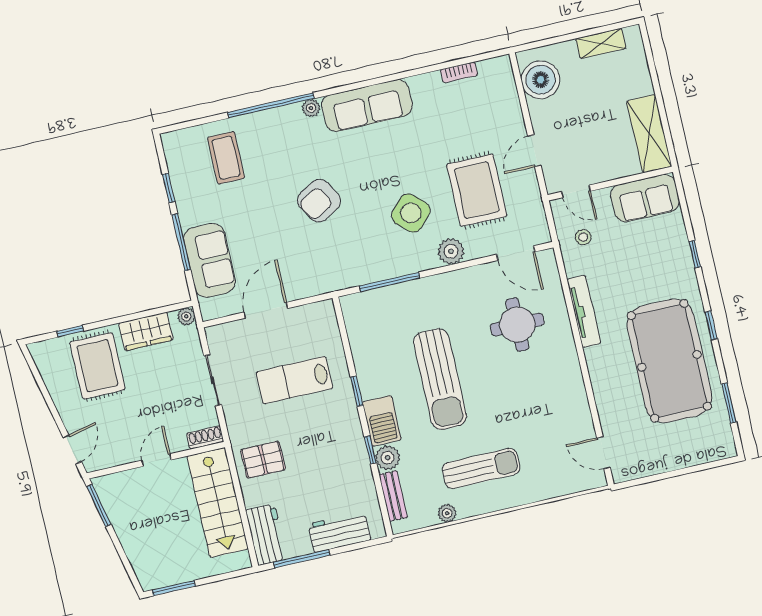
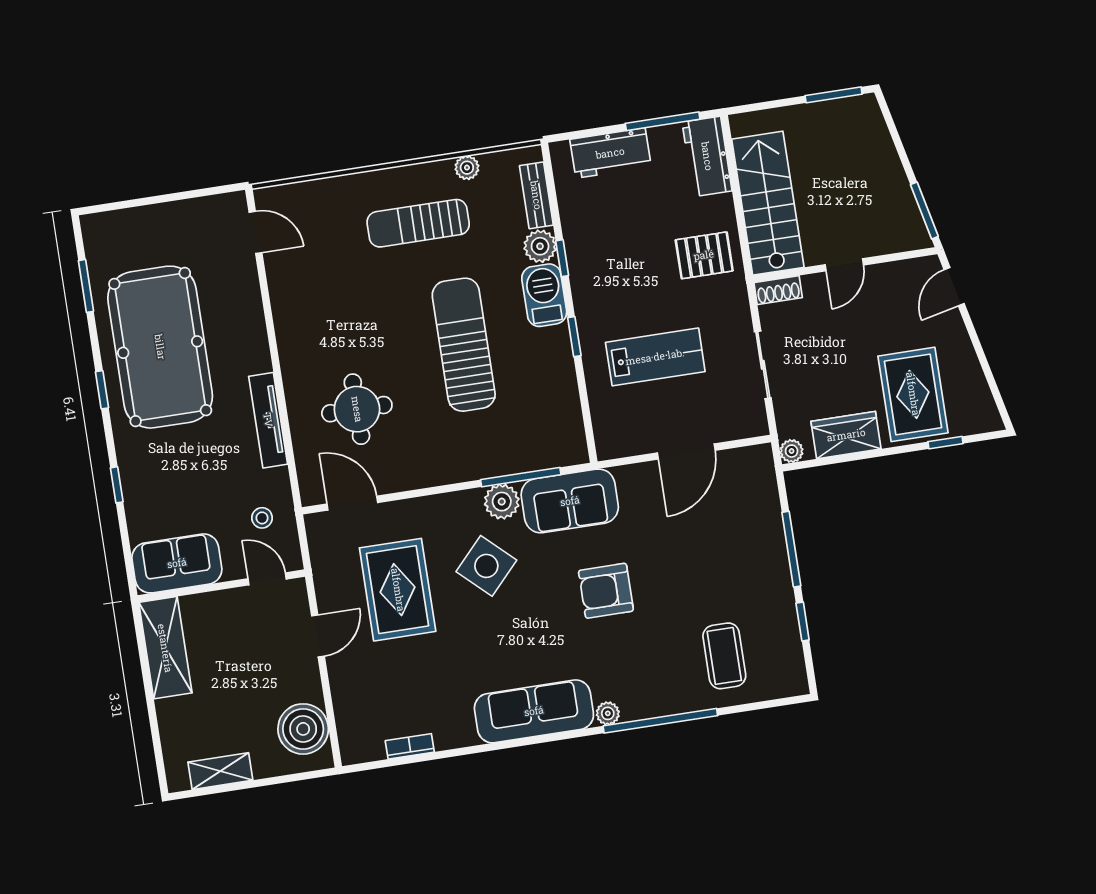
armchair: (319, 201) -> (606, 591), turned -150
plant: (451, 251) -> (502, 502), moved
sofa: (209, 260) -> (570, 501), moved, turned -90

